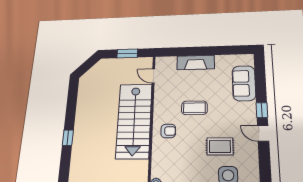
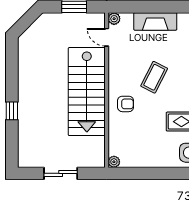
plant: (160, 61) -> (114, 19), added
coffee table: (194, 108) -> (154, 77), turned -63

